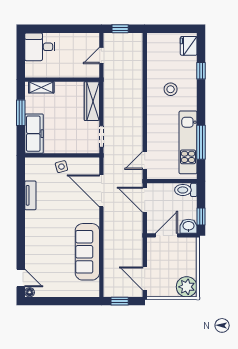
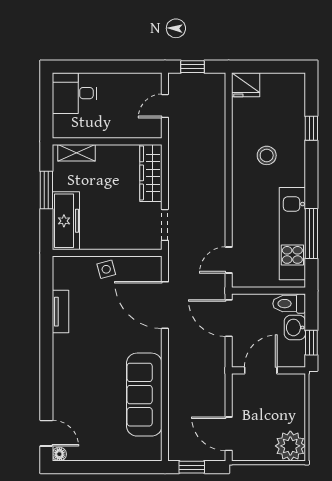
fridge: (189, 46) -> (246, 85), moved, turned -90
washbasin: (188, 226) -> (295, 327), moved, turned -90

